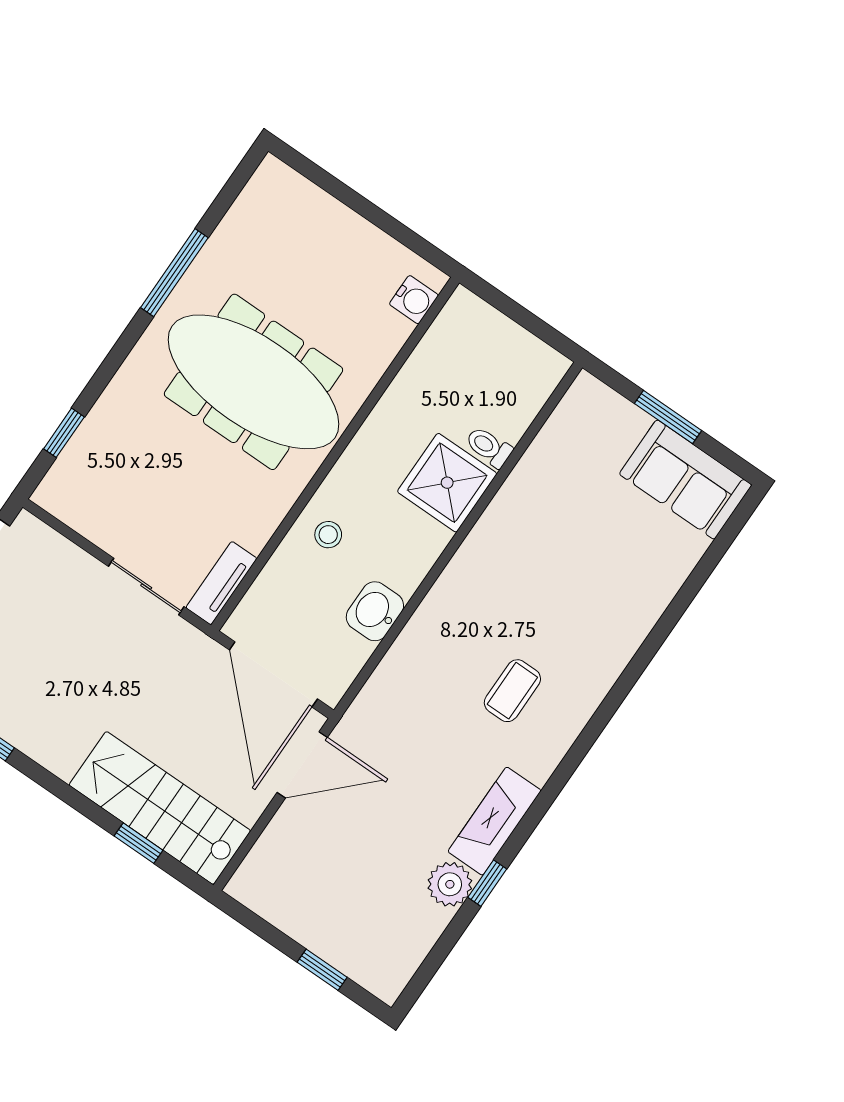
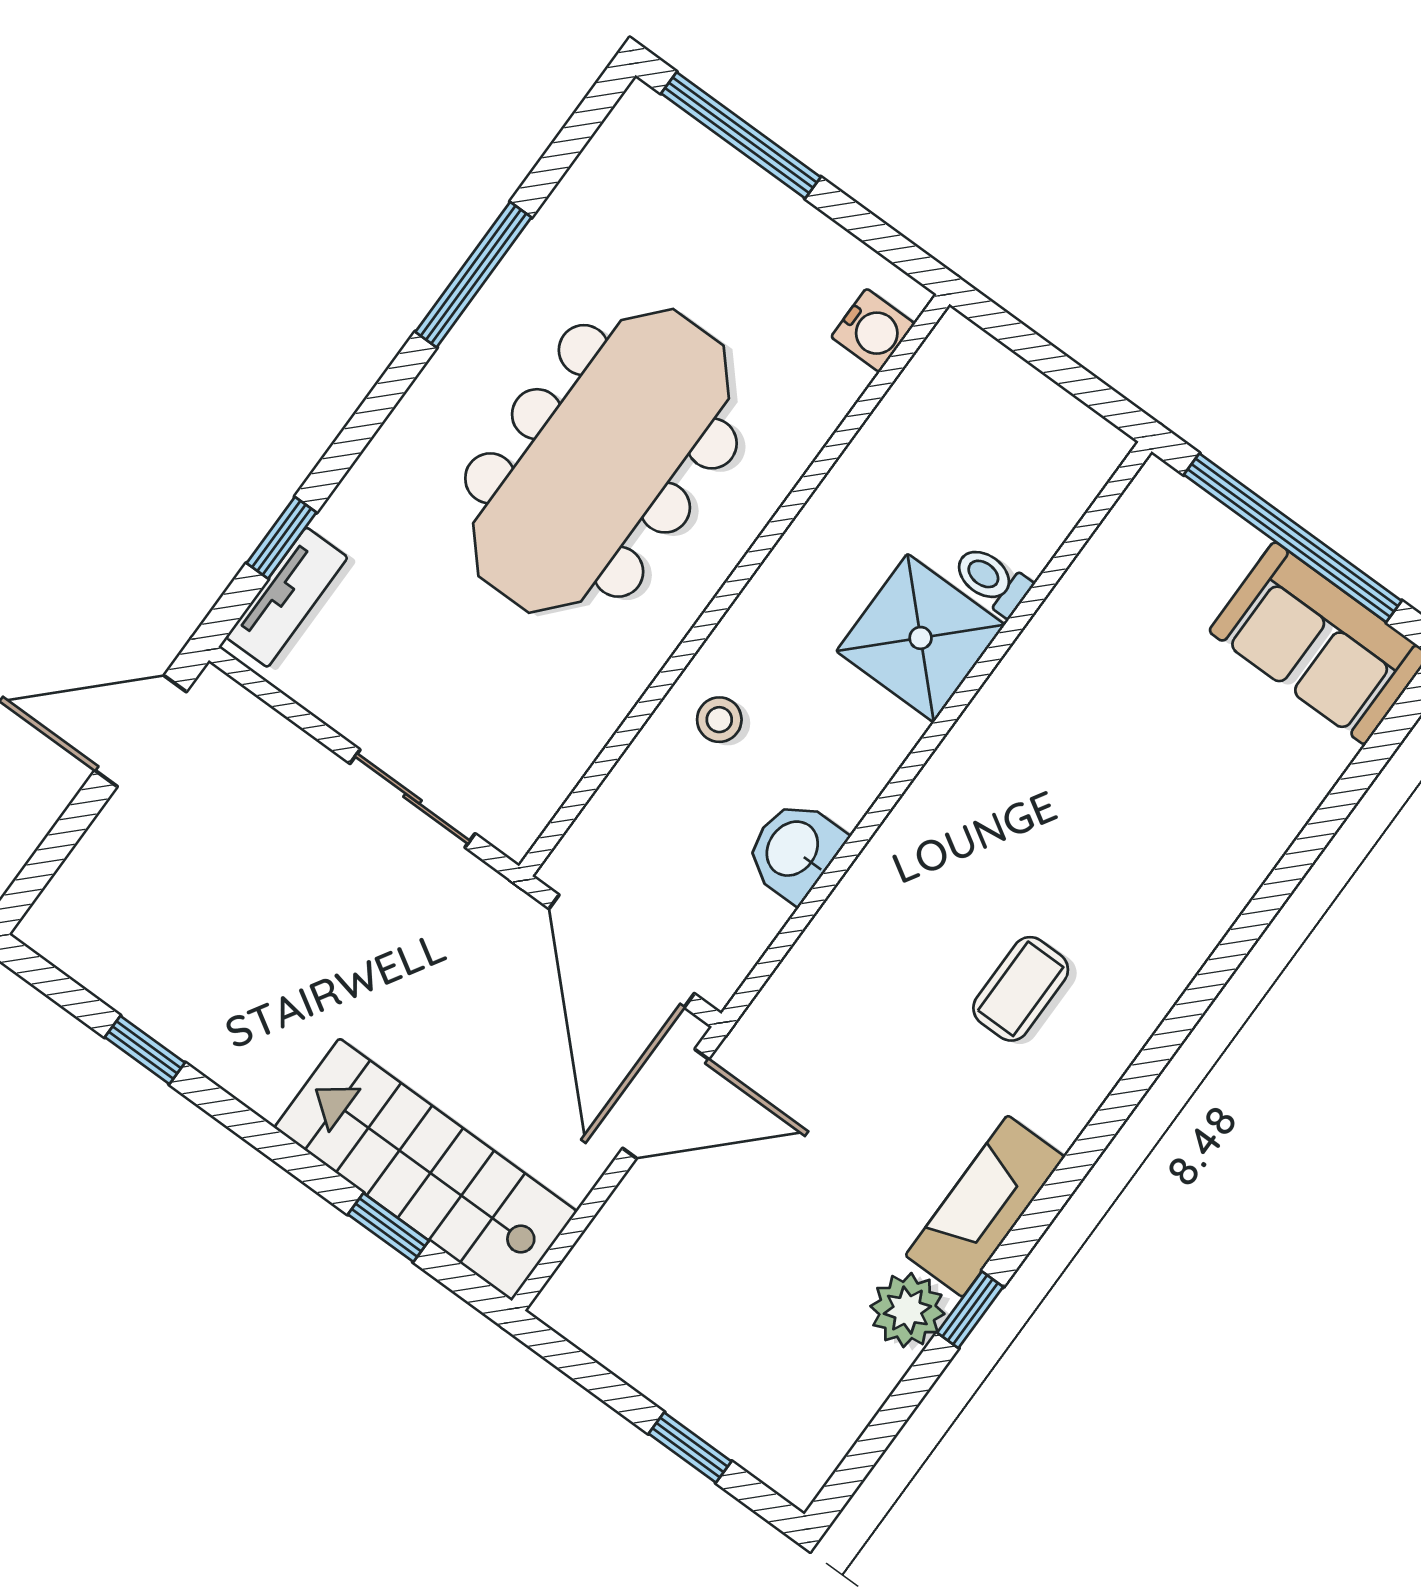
window: (332, 185) -> (741, 135), added
meeting table: (254, 382) -> (601, 461), turned 90
window: (668, 417) -> (1293, 538), width x2.11
tv unit: (221, 583) -> (287, 597), moved, turned 180

